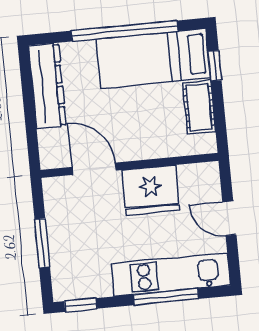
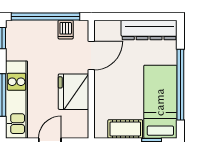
dishwasher: (59, 211) -> (66, 30), added
window: (42, 243) -> (45, 16), width x2.11

